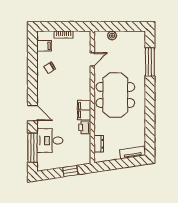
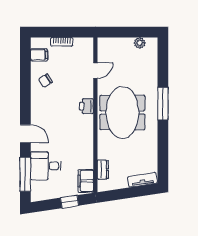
plant: (112, 36) -> (140, 43), moved
window: (150, 62) -> (163, 104), moved
filing cabinet: (84, 110) -> (86, 181), moved
printer: (85, 127) -> (87, 106), moved

